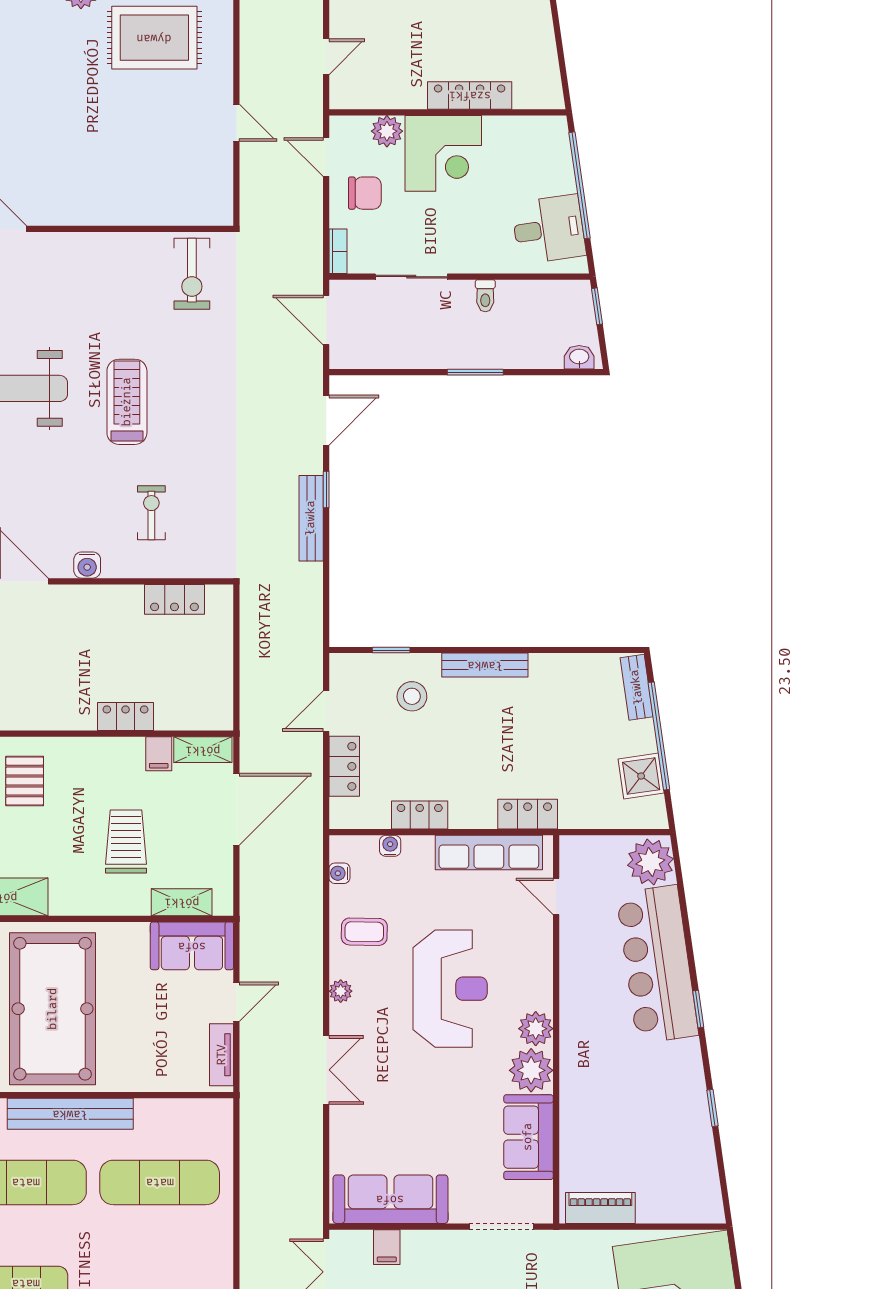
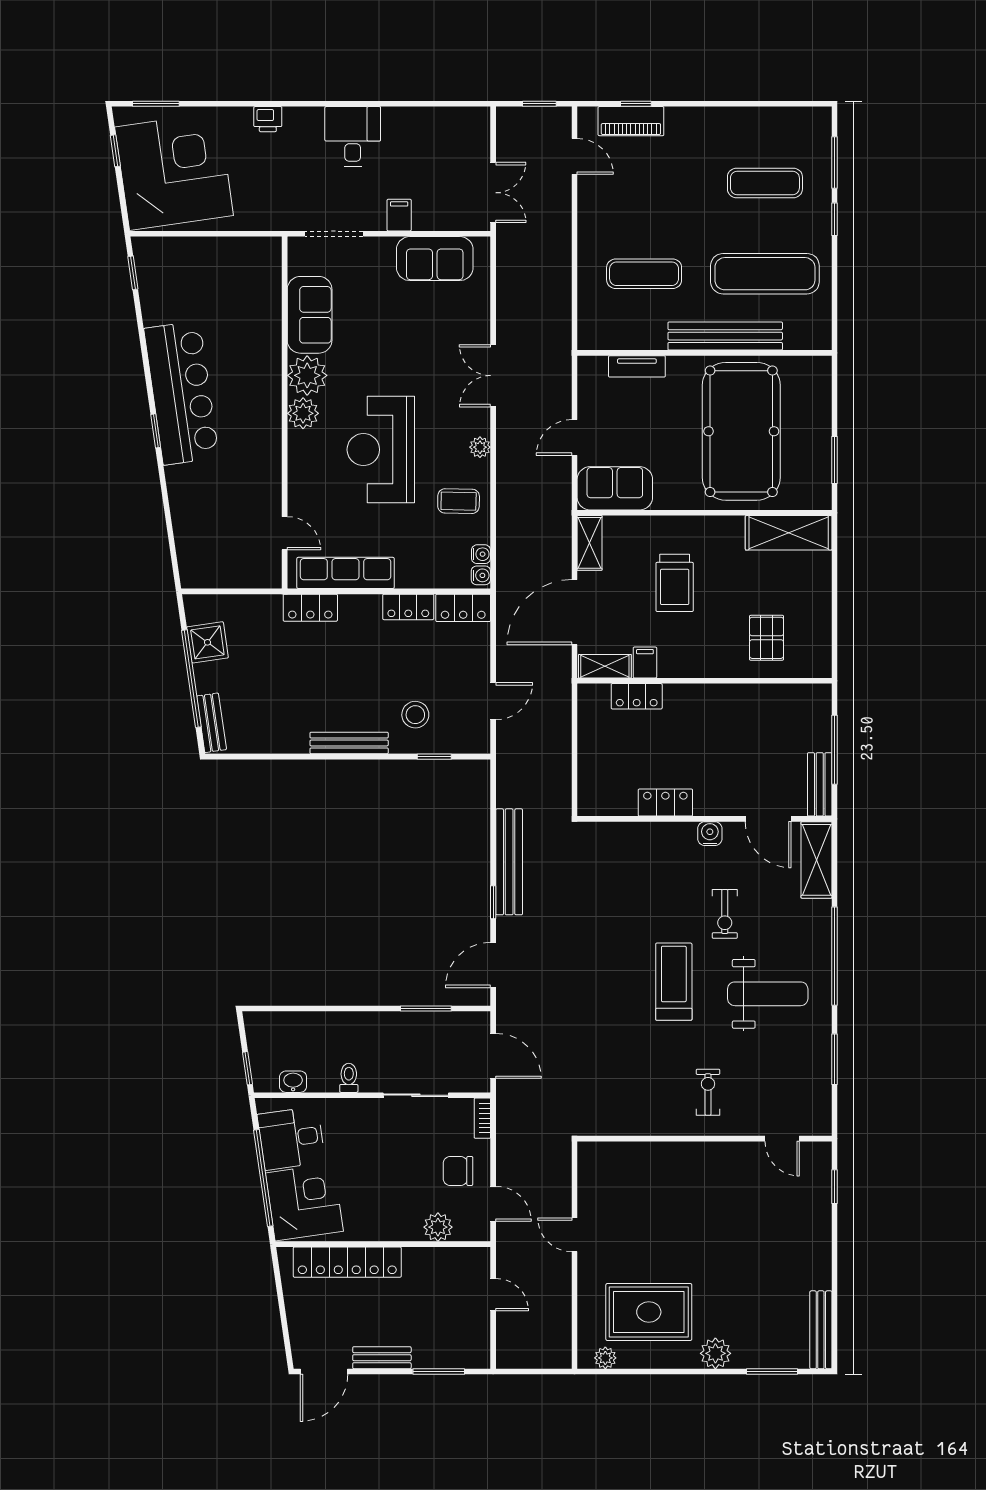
door: (326, 57) -> (493, 1295), swing flipped
locker: (470, 95) -> (347, 1262), width x1.41, depth x1.21
corner desk: (443, 153) -> (304, 1202), moved, turned 82
exercise bike: (192, 274) -> (708, 1092), moved, width x0.73, depth x0.72
washbasin: (579, 357) -> (293, 1082), moved, turned 180
window: (475, 372) -> (426, 1009), moved
treadmill: (127, 402) -> (674, 982), turned 180
exercise bike: (151, 513) -> (725, 914), moved
bench: (311, 518) -> (509, 862), width x1.37, depth x1.21
locker: (174, 599) -> (665, 803), moved
locker: (125, 717) -> (637, 696), moved
locker: (344, 766) -> (463, 608), moved, turned -90
water cooler: (390, 846) -> (481, 575), moved, turned -90
plant: (650, 862) -> (199, 564), removed
shelving: (182, 902) -> (590, 543), moved, turned 90
bar counter: (657, 964) -> (181, 393), moved
tv unit: (222, 1055) -> (637, 366), moved, turned 90
window: (712, 1108) -> (133, 273), moved
exercise mat: (160, 1182) -> (644, 274), width x0.73, depth x0.69
sofa: (390, 1199) -> (435, 259), width x0.73
piano: (600, 1208) -> (244, 251), removed
filing cabinet: (387, 1247) -> (399, 215), moved

